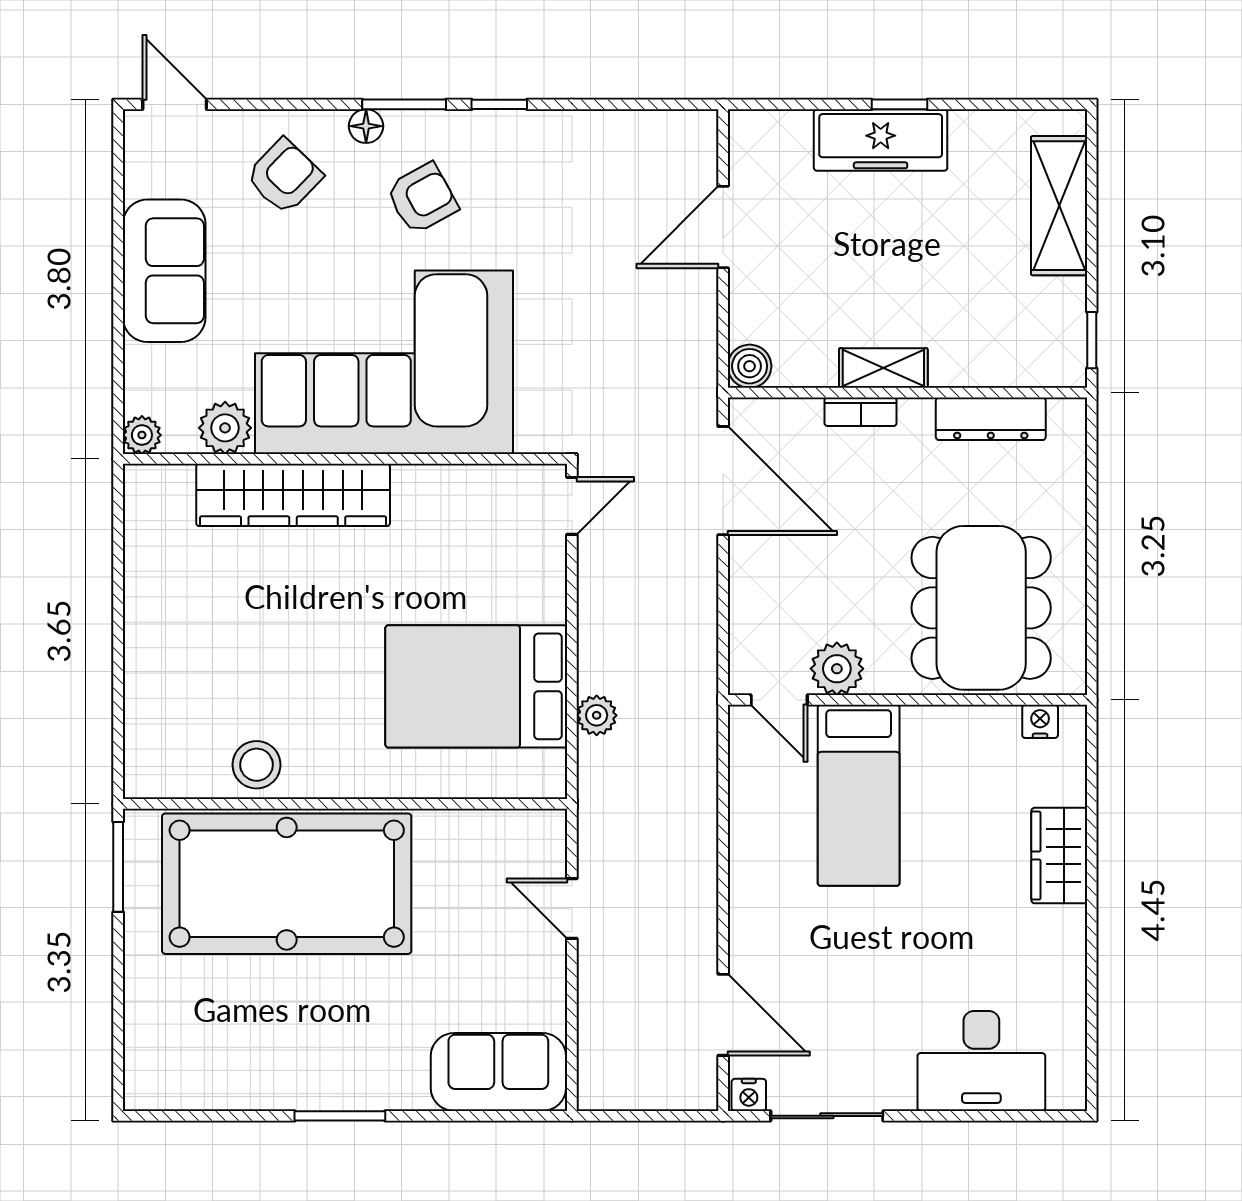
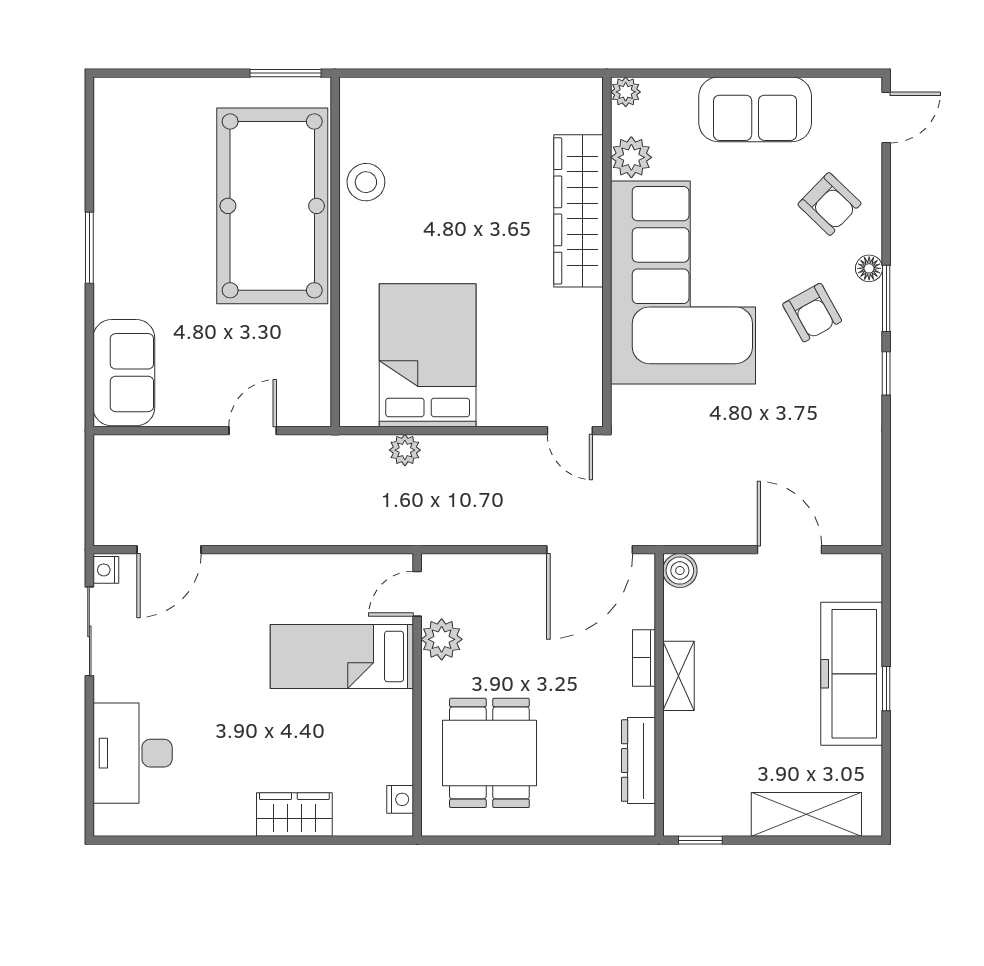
freezer: (881, 140) -> (852, 674), width x1.36, depth x1.26
dining table: (981, 608) -> (489, 753), width x0.73

